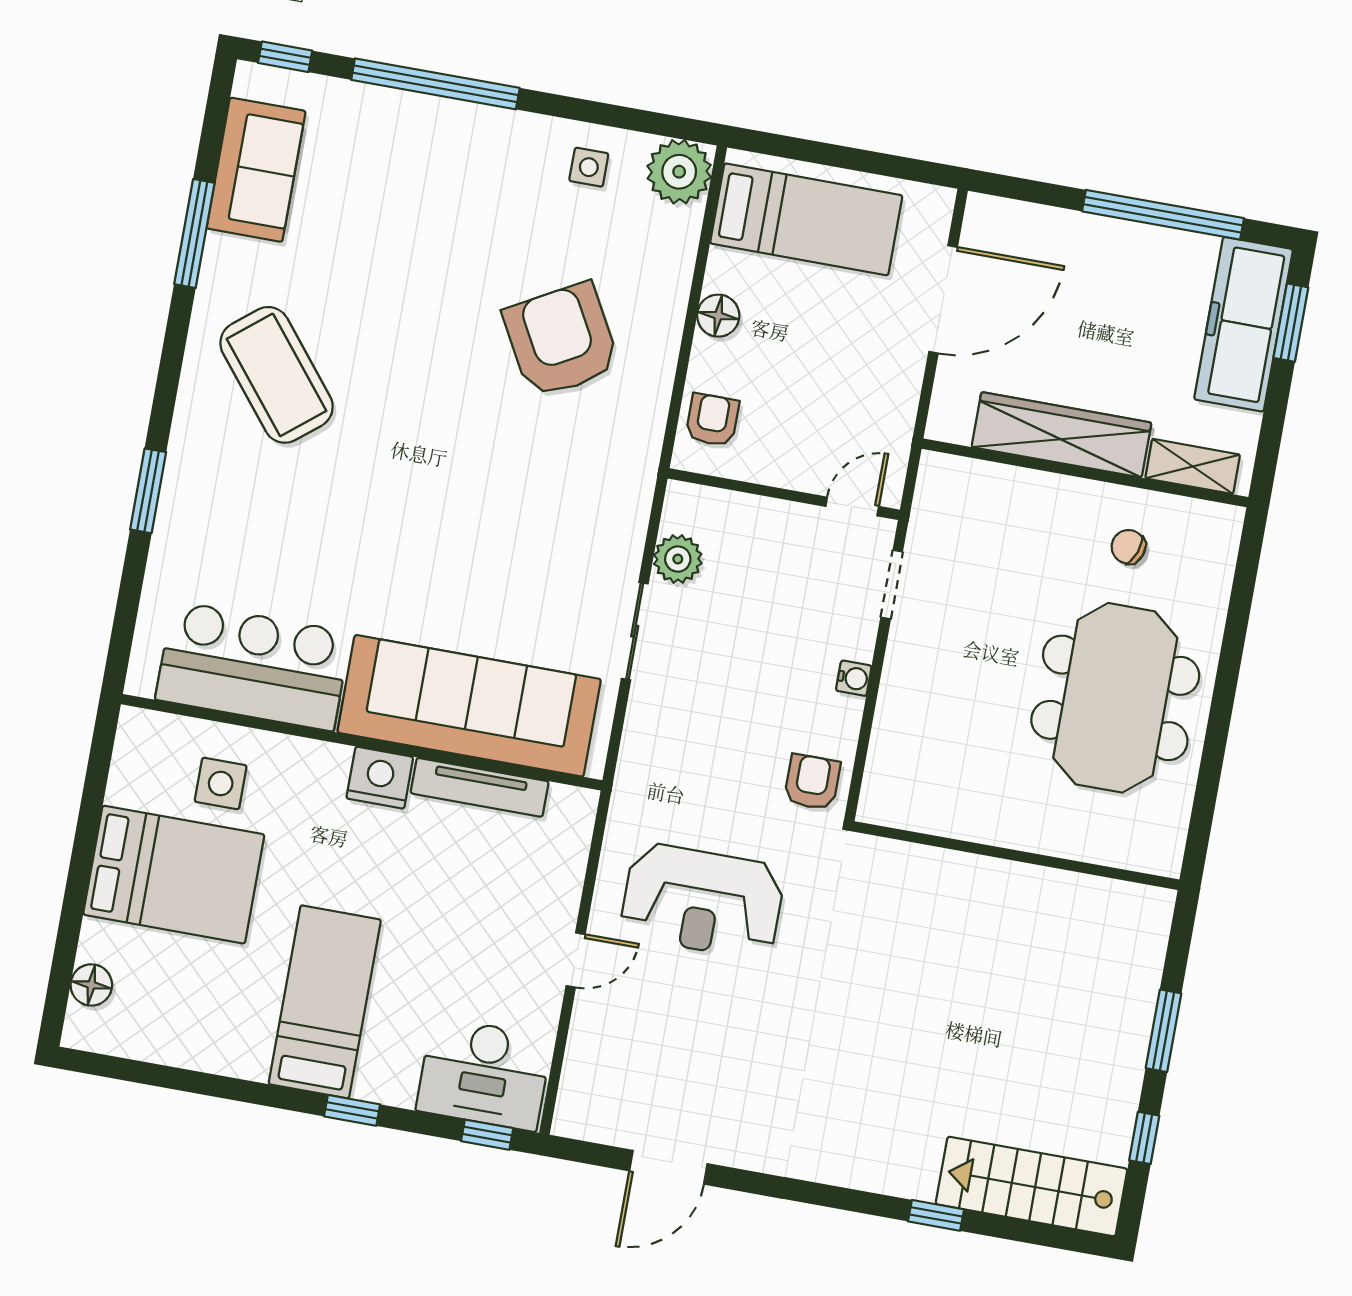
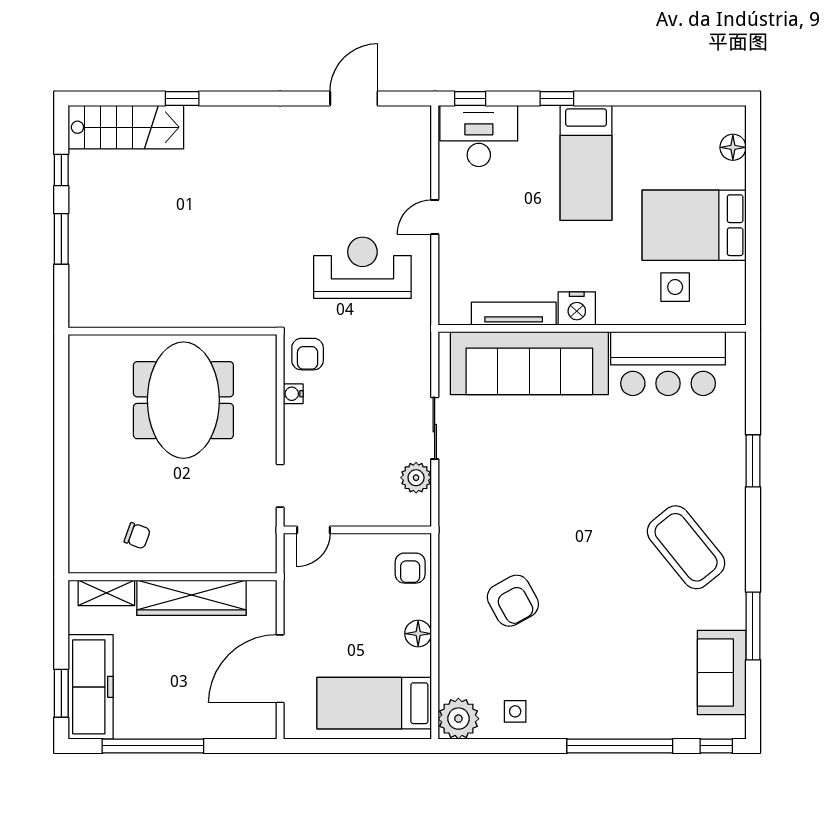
armchair: (561, 340) -> (513, 601), width x0.73, depth x0.73
water cooler: (854, 678) -> (293, 394), moved
meeting table: (1115, 698) -> (183, 400), moved

